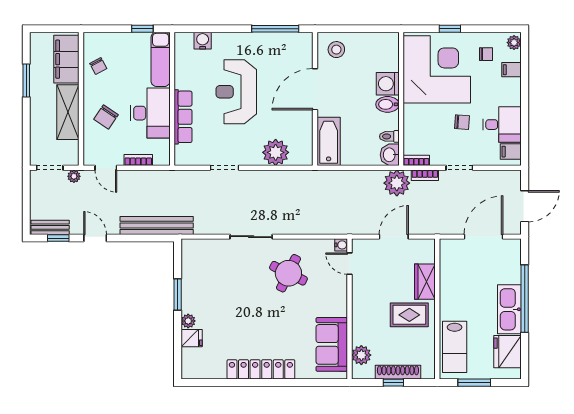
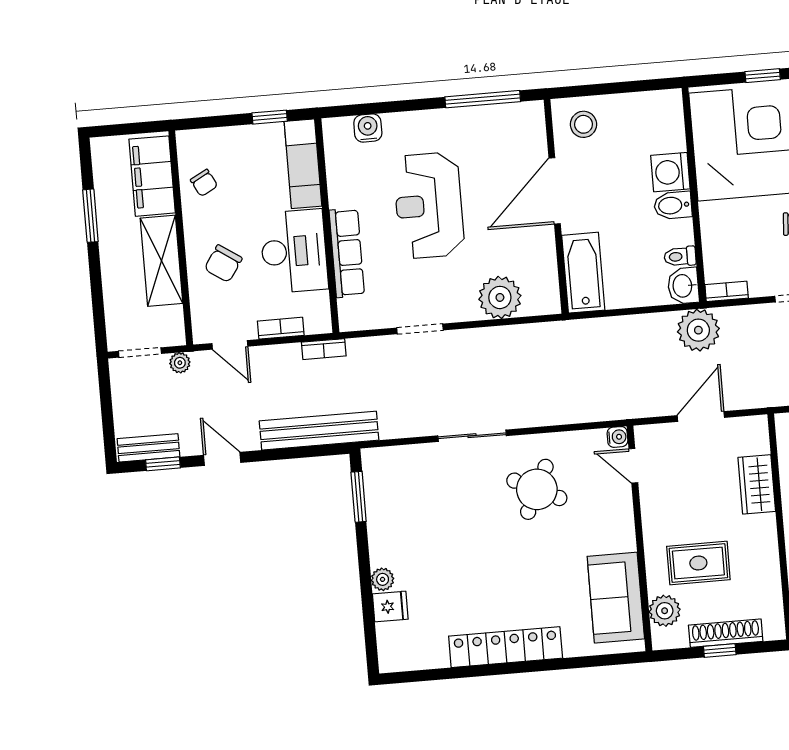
bookcase: (425, 175) -> (324, 349), moved
window: (178, 294) -> (359, 497), moved
rug: (409, 315) -> (698, 563), moved

